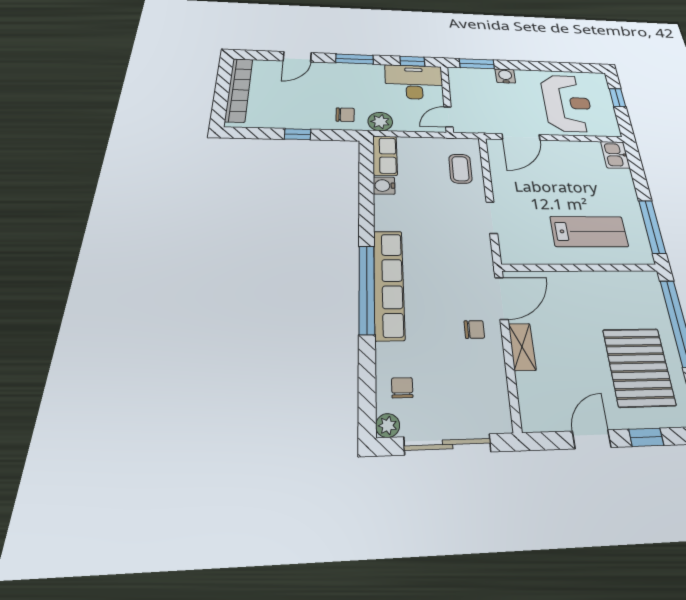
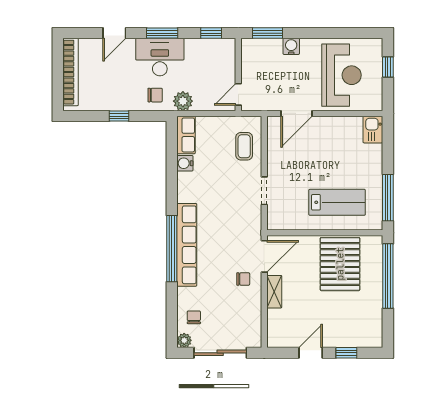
desk: (414, 82) -> (160, 57), moved
pallet: (639, 367) -> (340, 264), moved

